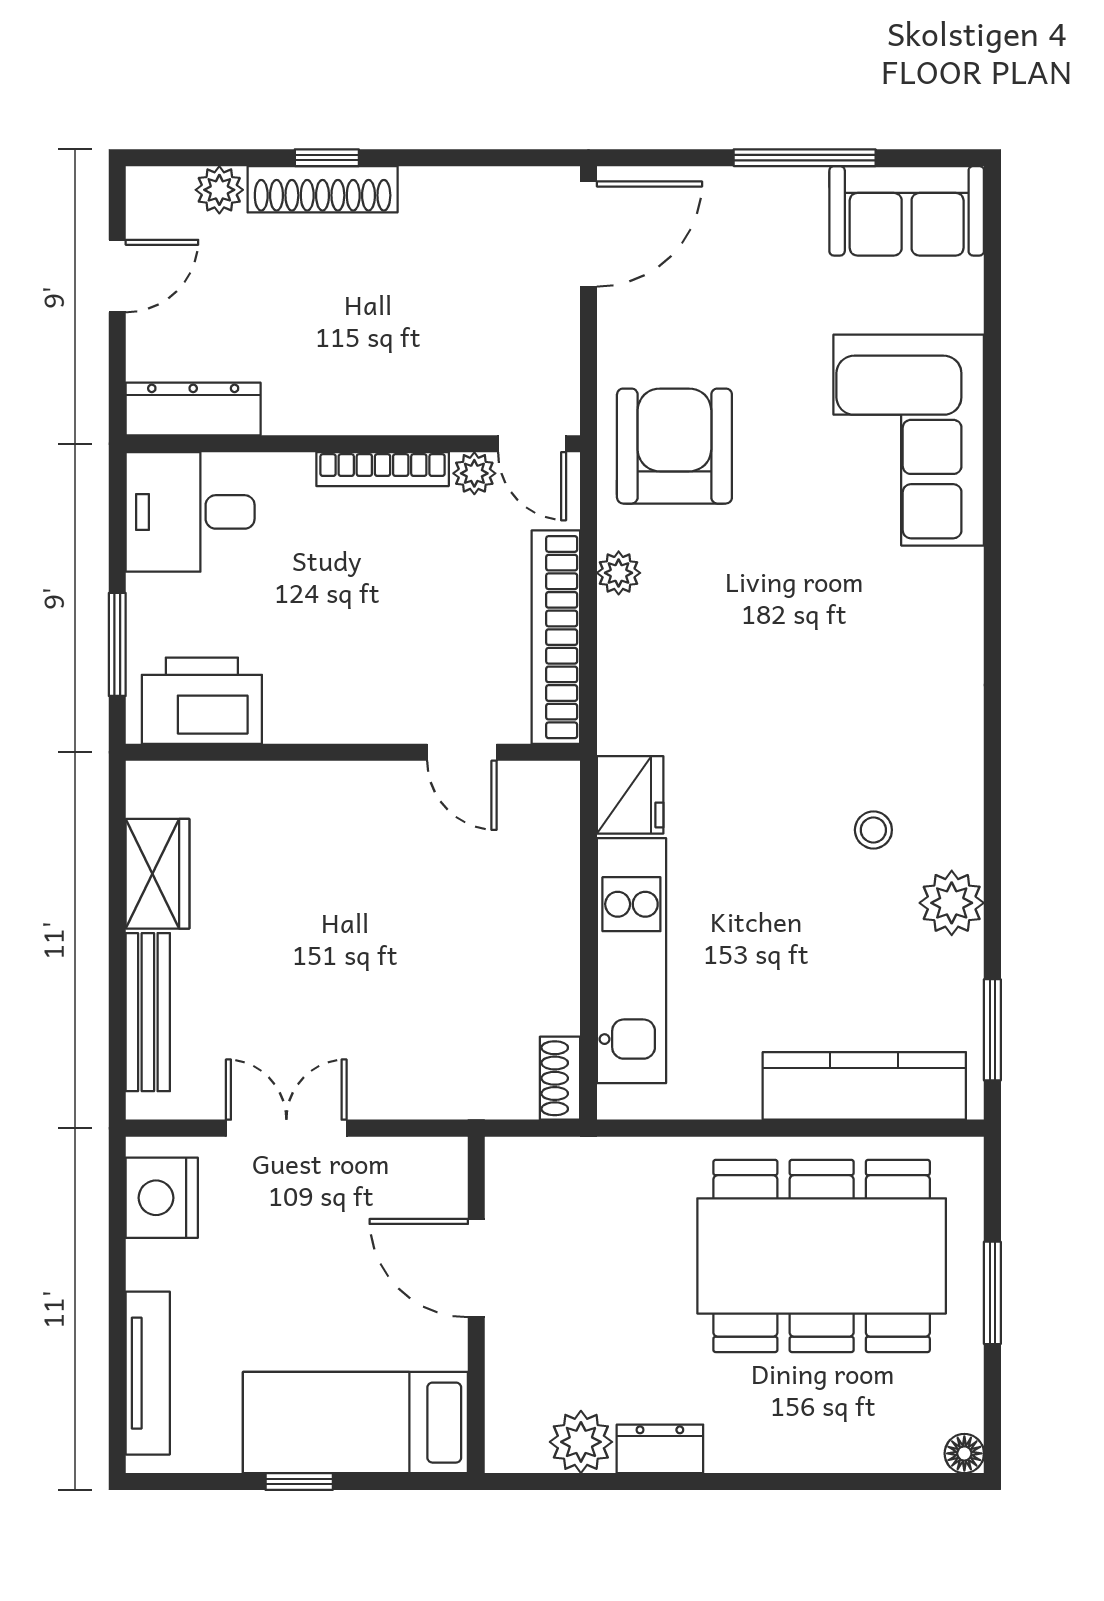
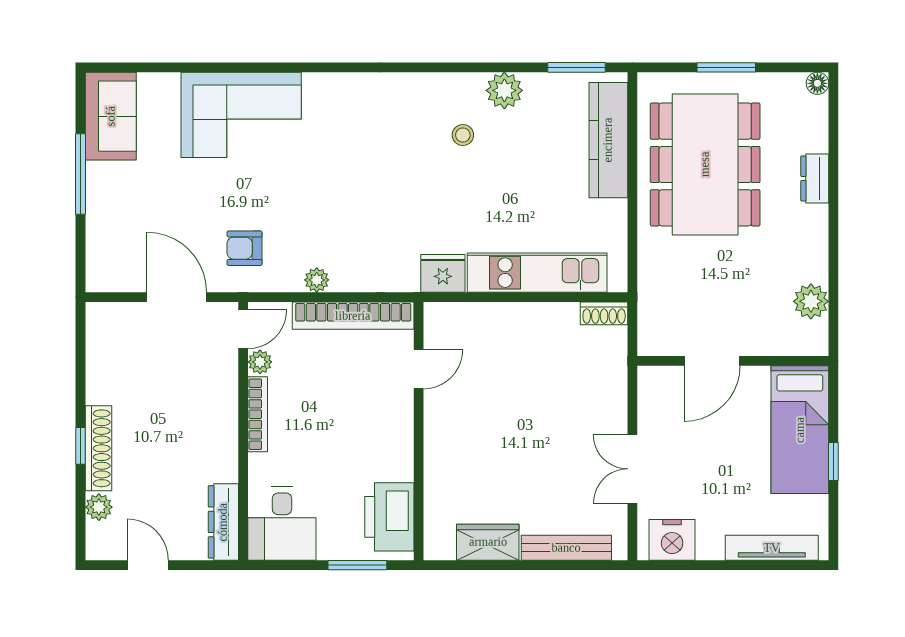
door: (588, 234) -> (177, 297), moved
armchair: (674, 446) -> (244, 248), width x0.53, depth x0.53
dresser: (660, 1449) -> (815, 178), moved

